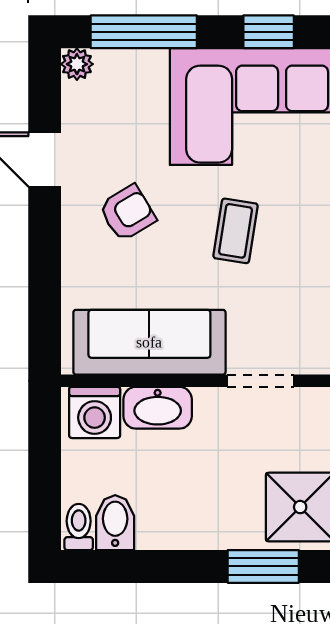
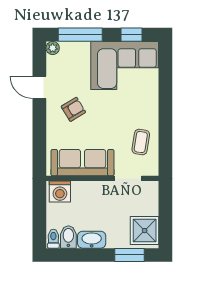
coffee table: (235, 231) -> (141, 142), moved
washbasin: (158, 408) -> (92, 240), moved, turned 180

